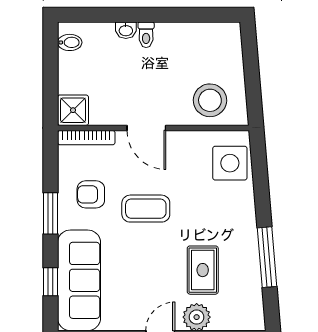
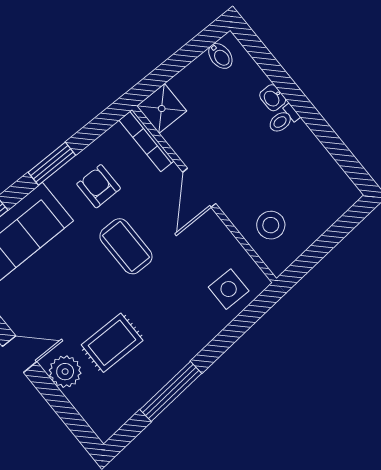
stool: (210, 100) -> (271, 225), width x0.73, depth x0.73
side table: (230, 163) -> (229, 289), width x0.73, depth x0.73

